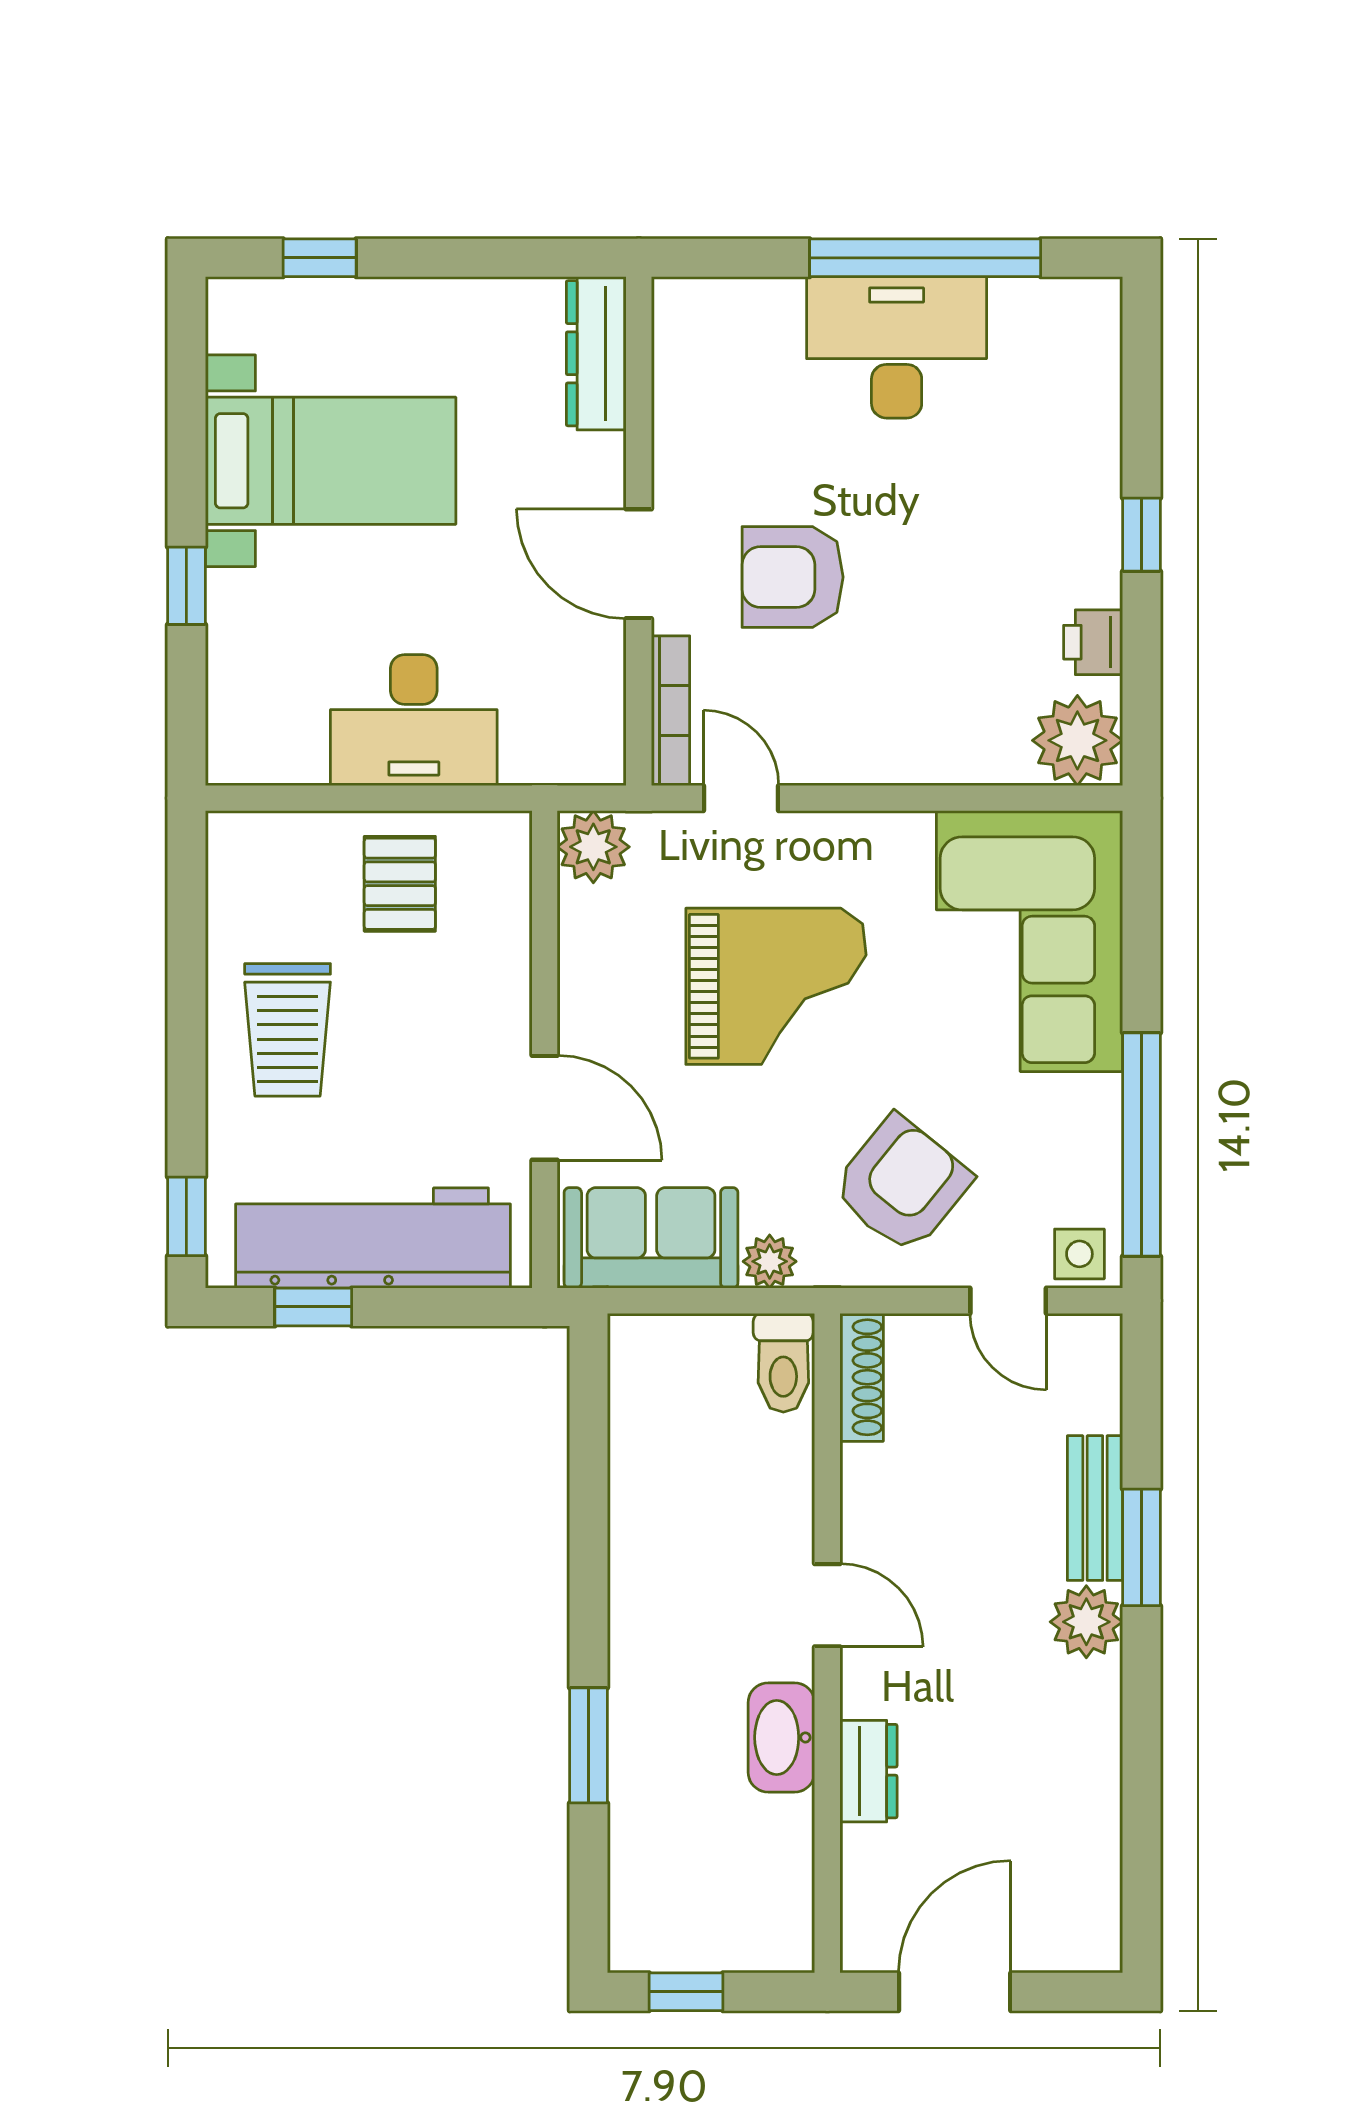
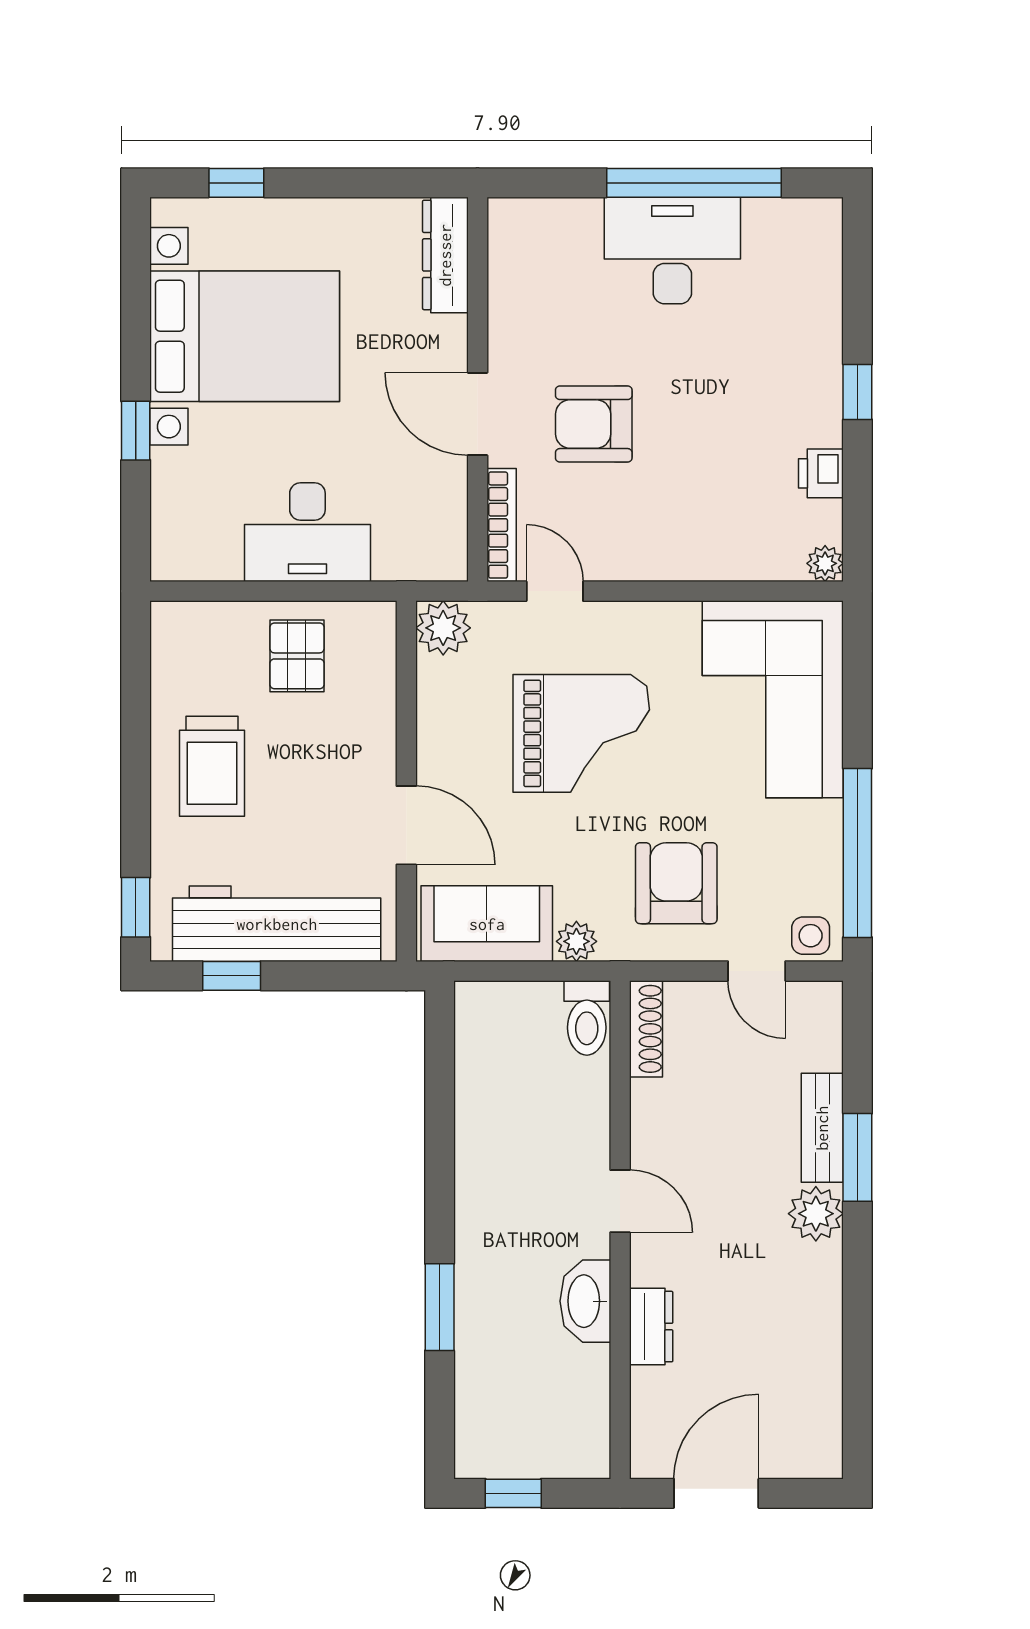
bed with nightstands: (331, 461) -> (245, 336), width x1.36
plant: (1077, 740) -> (825, 563), width x0.53, depth x0.53
armchair: (902, 1184) -> (676, 883), turned -39

